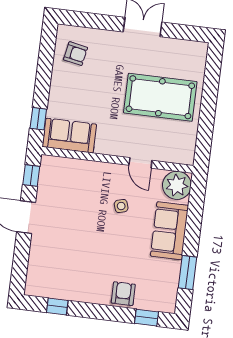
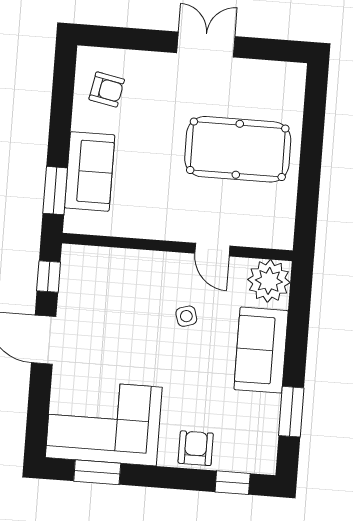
window: (38, 119) -> (55, 191), width x1.50
sofa: (70, 136) -> (90, 171), moved, turned 90
corner sofa: (63, 274) -> (104, 422), added
window: (57, 306) -> (97, 472), width x1.50

